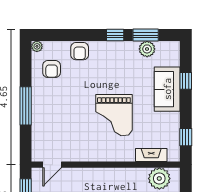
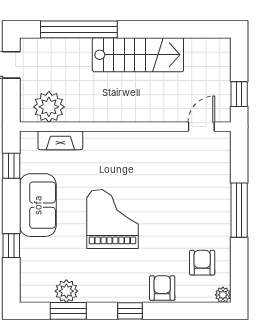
window: (115, 35) -> (130, 311), moved
sofa: (167, 89) -> (38, 205), moved
grand piano: (114, 115) -> (112, 219), moved

